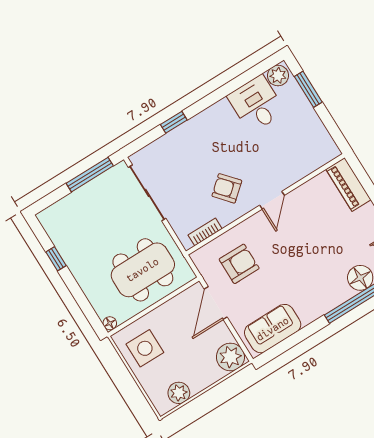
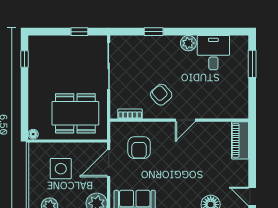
plant: (278, 76) -> (188, 43), moved
window: (90, 175) -> (79, 32), width x0.46
window: (56, 259) -> (25, 59), moved
armchair: (239, 264) -> (139, 148), turned 90
side table: (145, 348) -> (61, 169), moved

